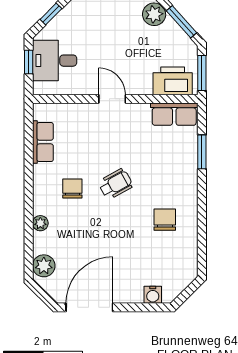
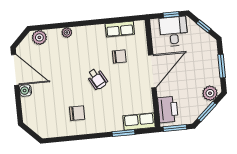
door: (112, 99) -> (152, 71), width x1.87
row of seats: (174, 114) -> (139, 121), moved, turned 90
chair: (72, 189) -> (119, 56), moved
water cooler: (153, 295) -> (25, 90), moved

